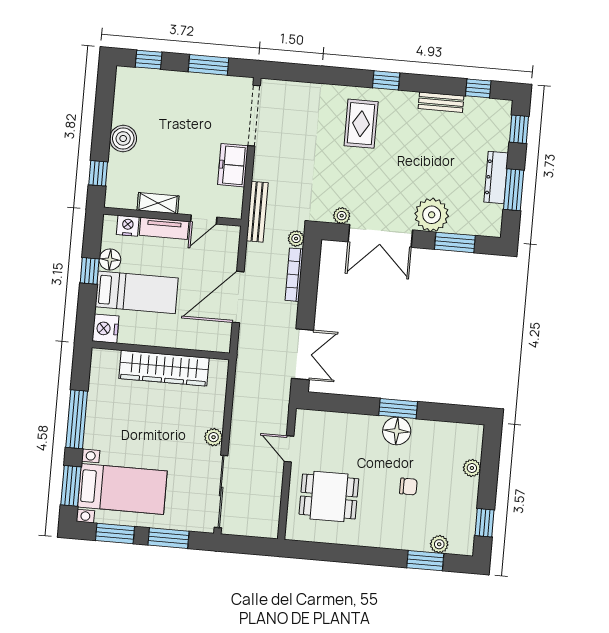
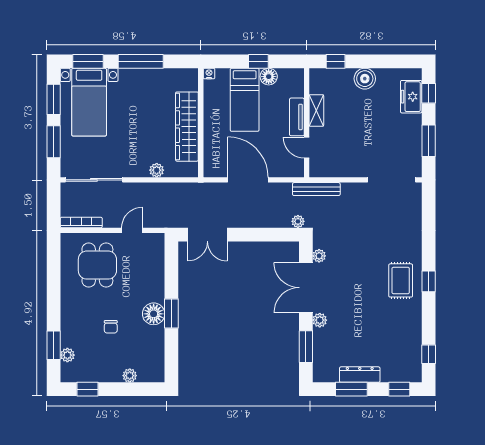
bench: (441, 102) -> (415, 326), removed
rug: (361, 124) -> (401, 280), moved, turned 90
freezer: (233, 165) -> (411, 97), moved, turned -90
plant: (432, 215) -> (320, 320), width x0.53, depth x0.53
nightstand: (128, 226) -> (296, 88), removed
bookcase: (294, 275) -> (81, 222), moved
nightstand: (106, 329) -> (209, 74), width x0.53, depth x0.56
plant: (214, 437) -> (157, 170), moved

